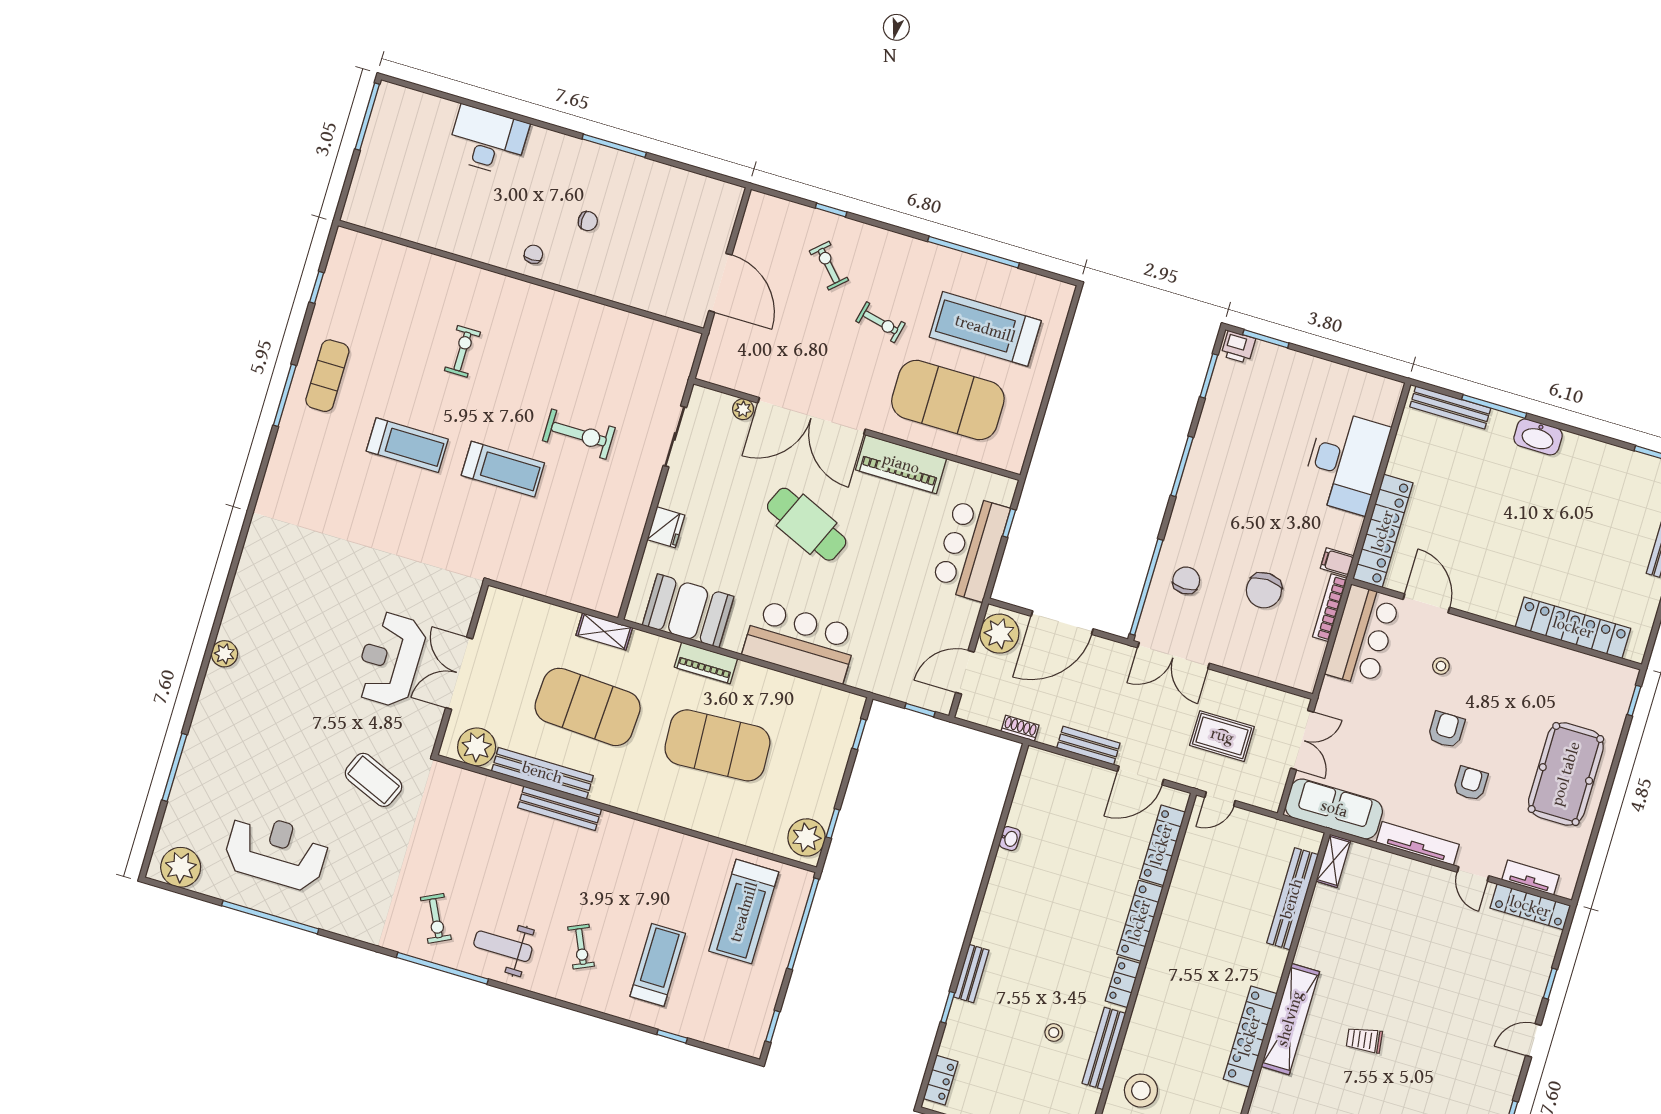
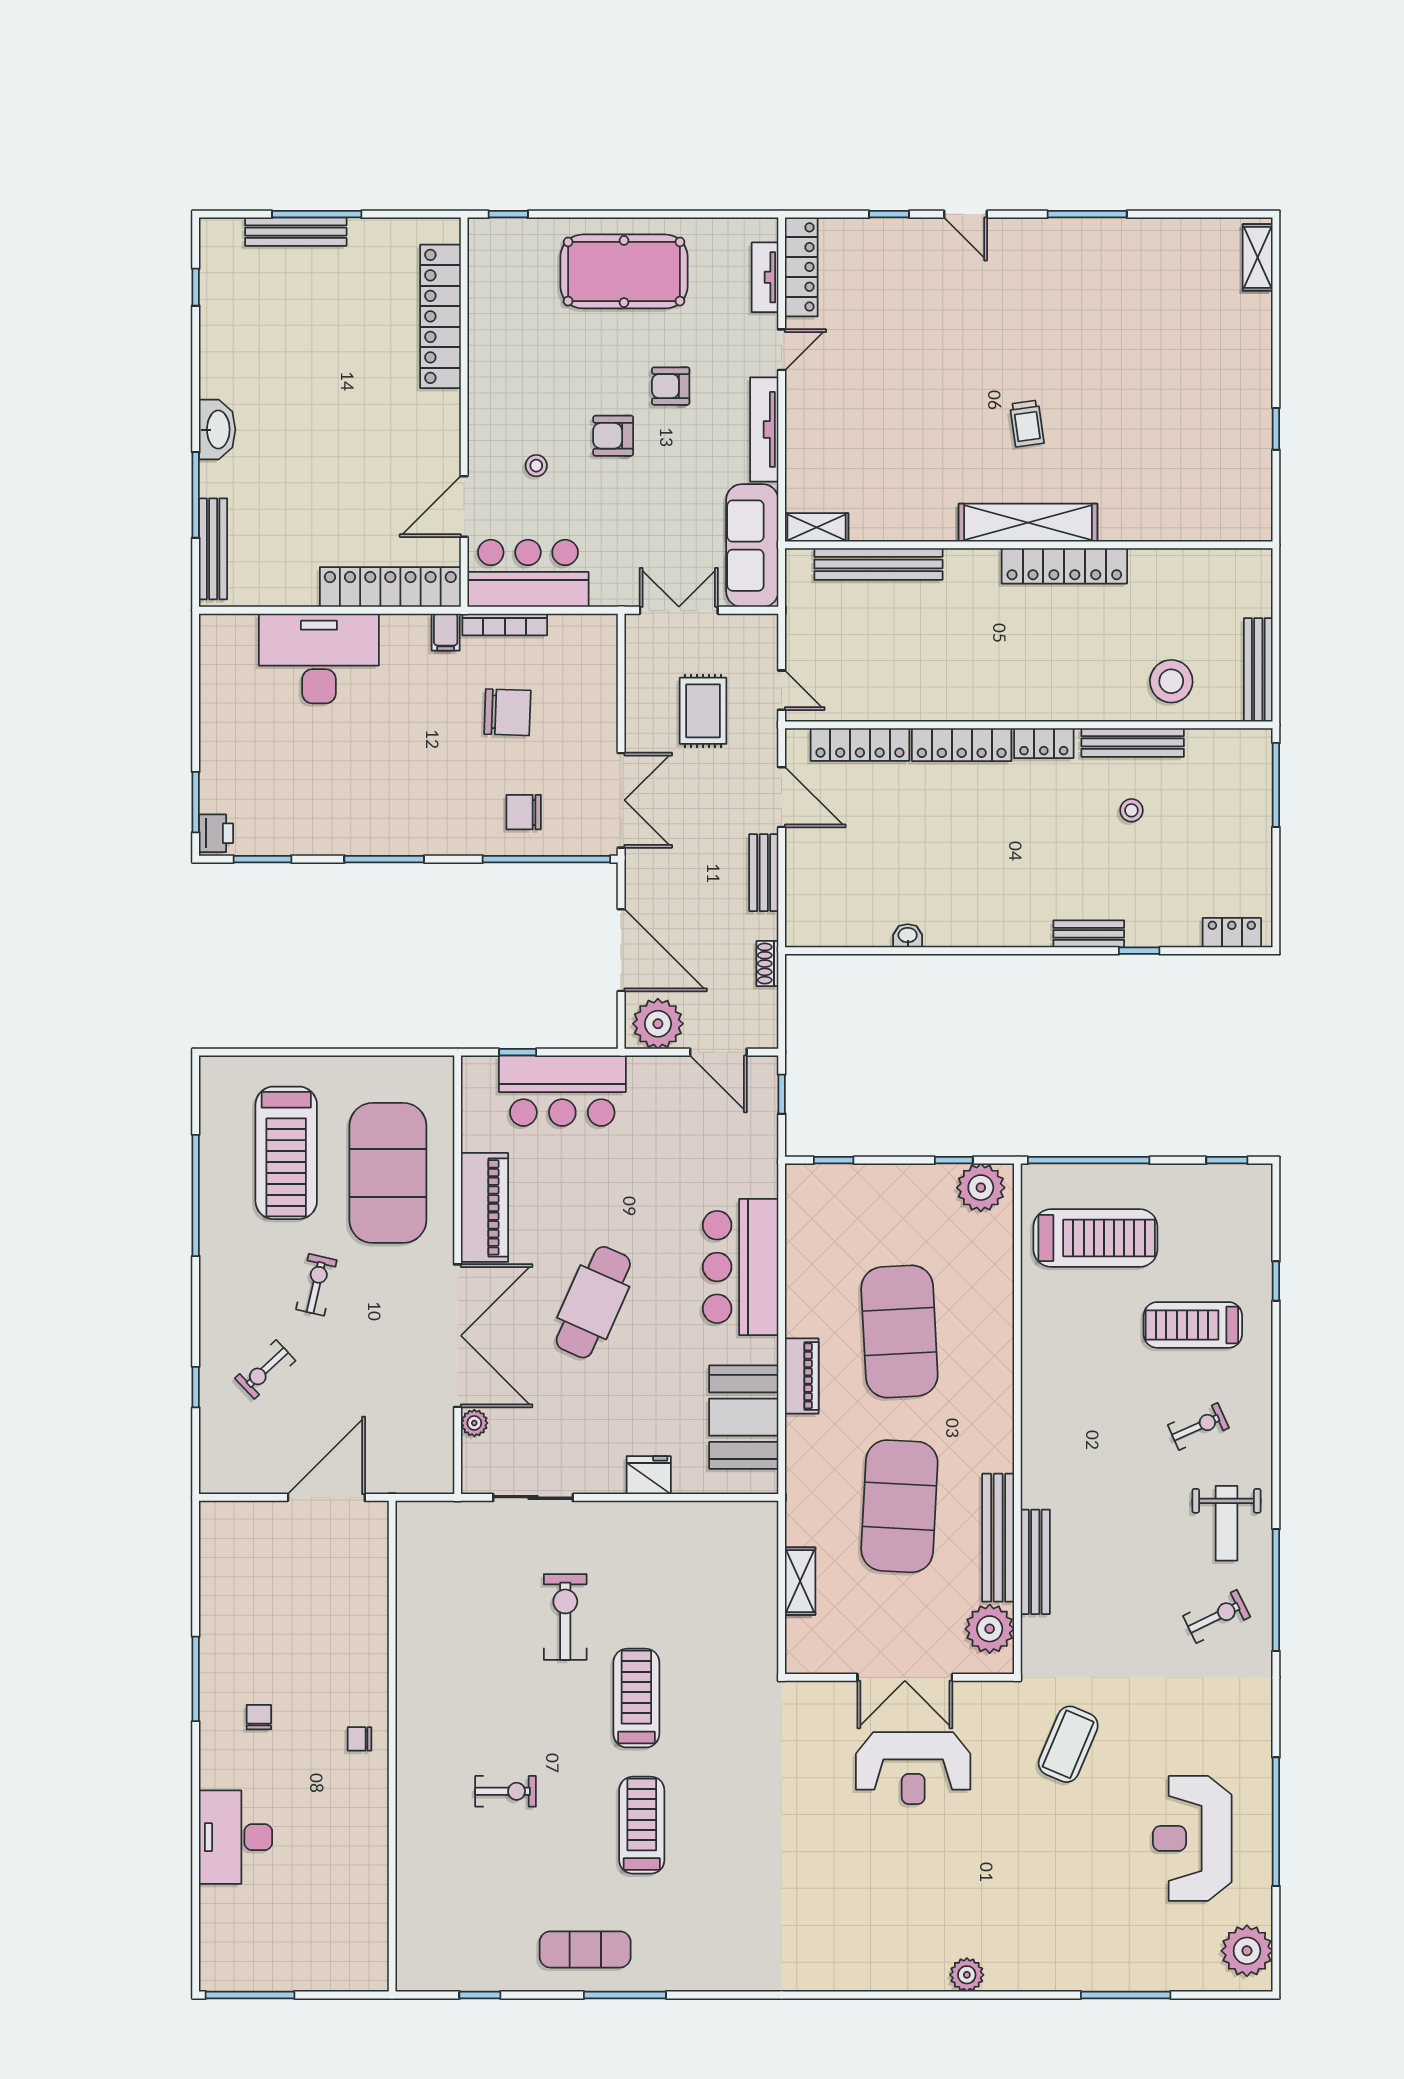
chair: (588, 221) -> (259, 1717), moved
exercise bike: (462, 351) -> (506, 1791), turned 180
shelving: (604, 631) -> (800, 1581), moved
bench: (560, 808) -> (1035, 1562), moved

